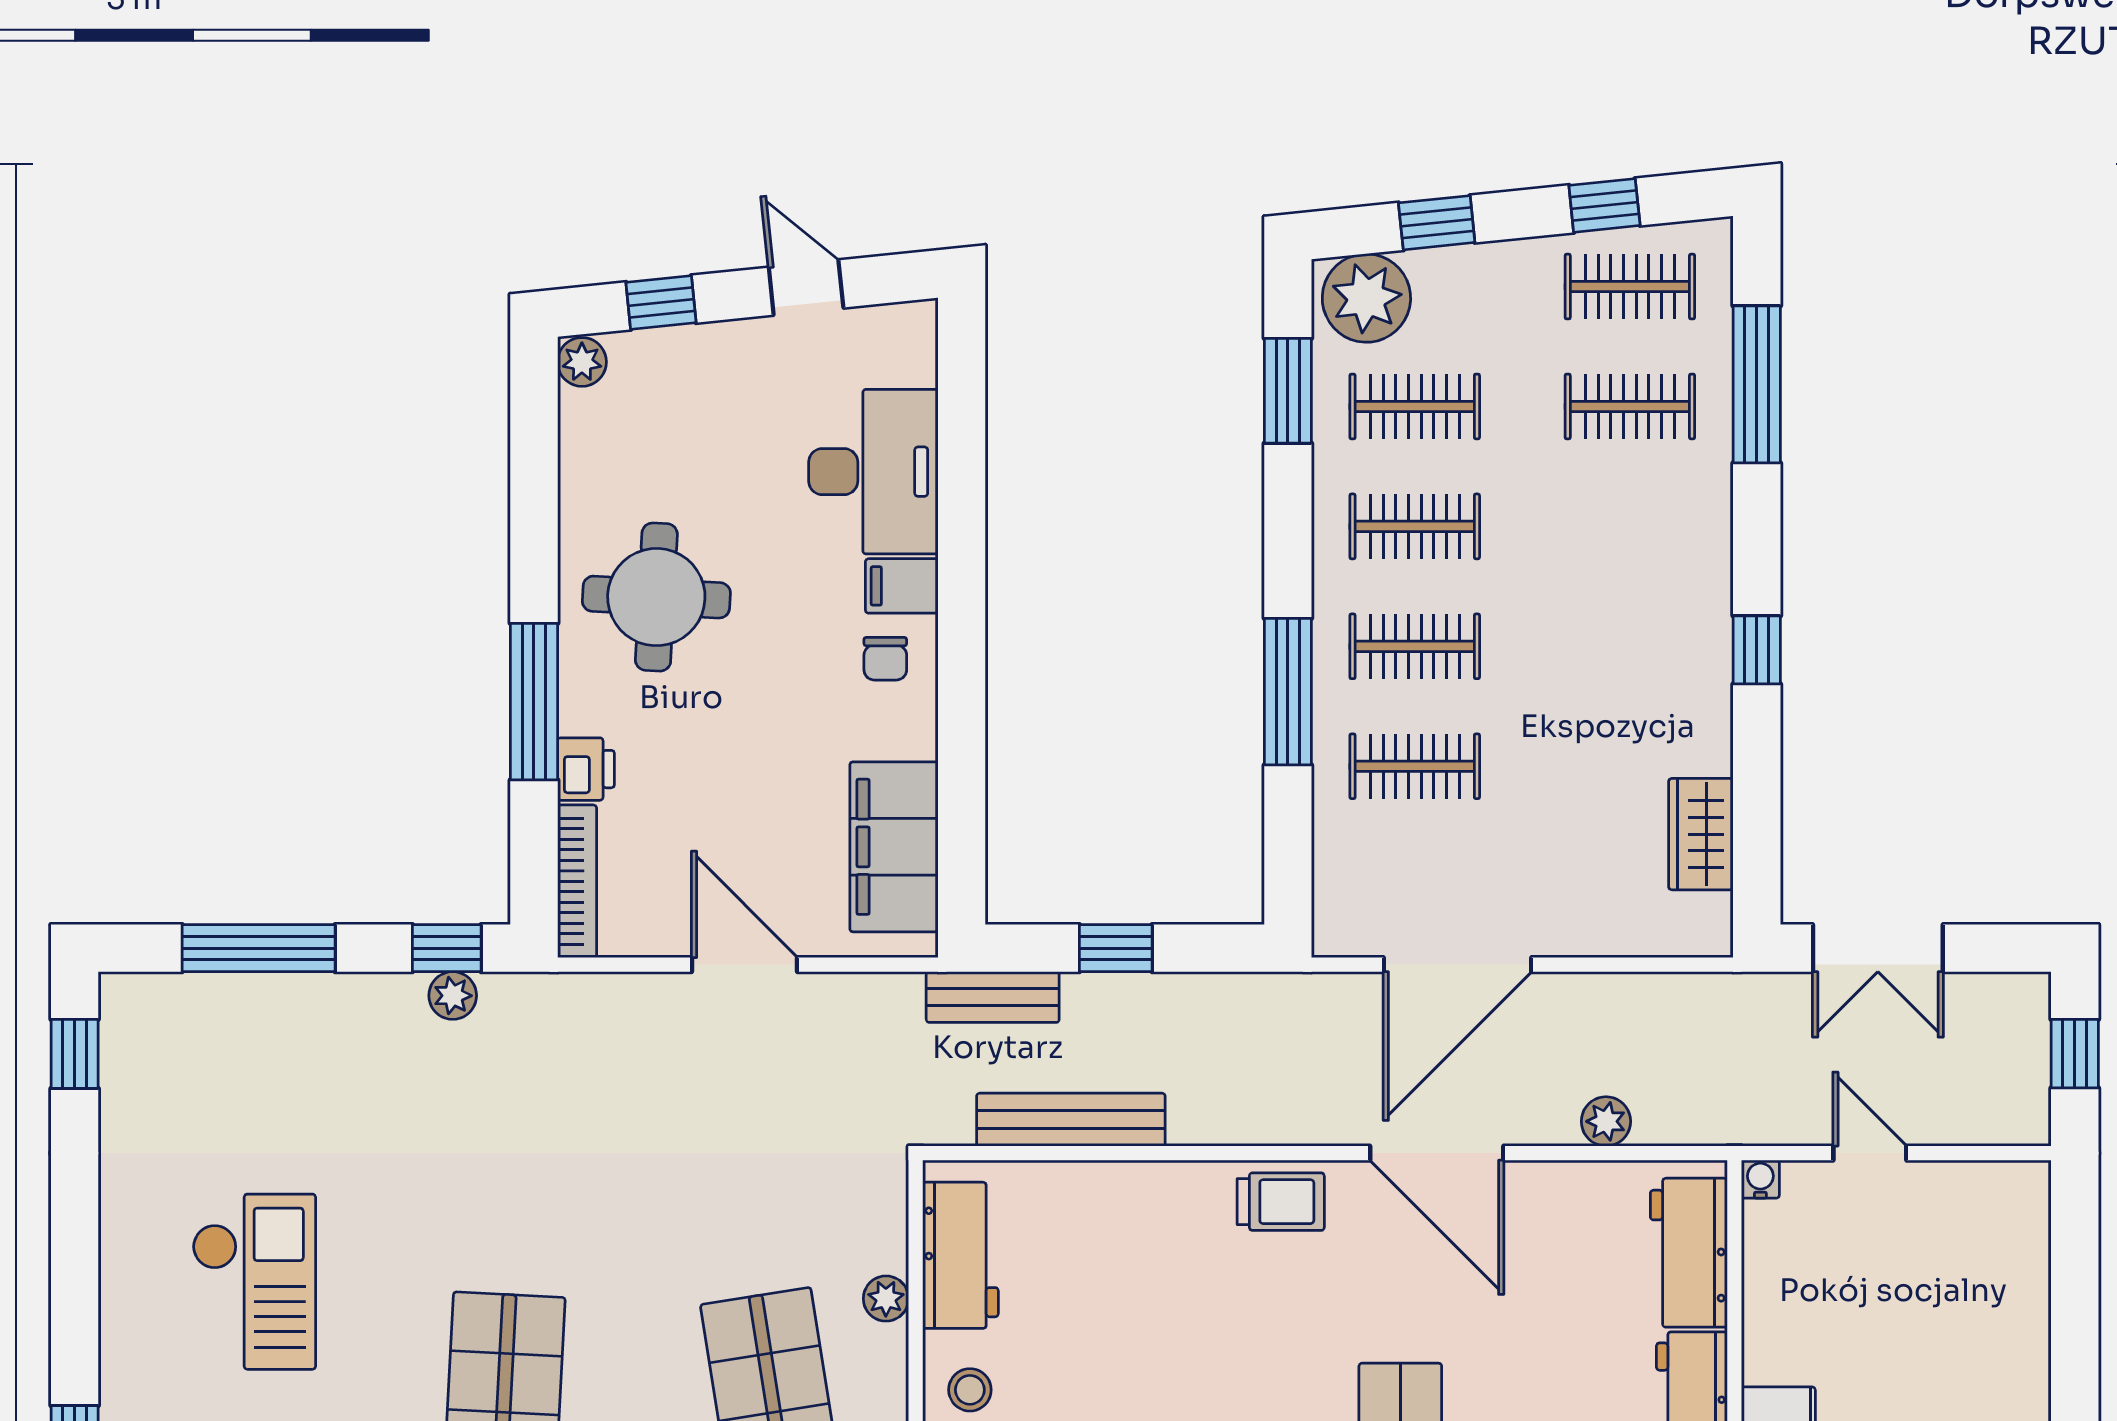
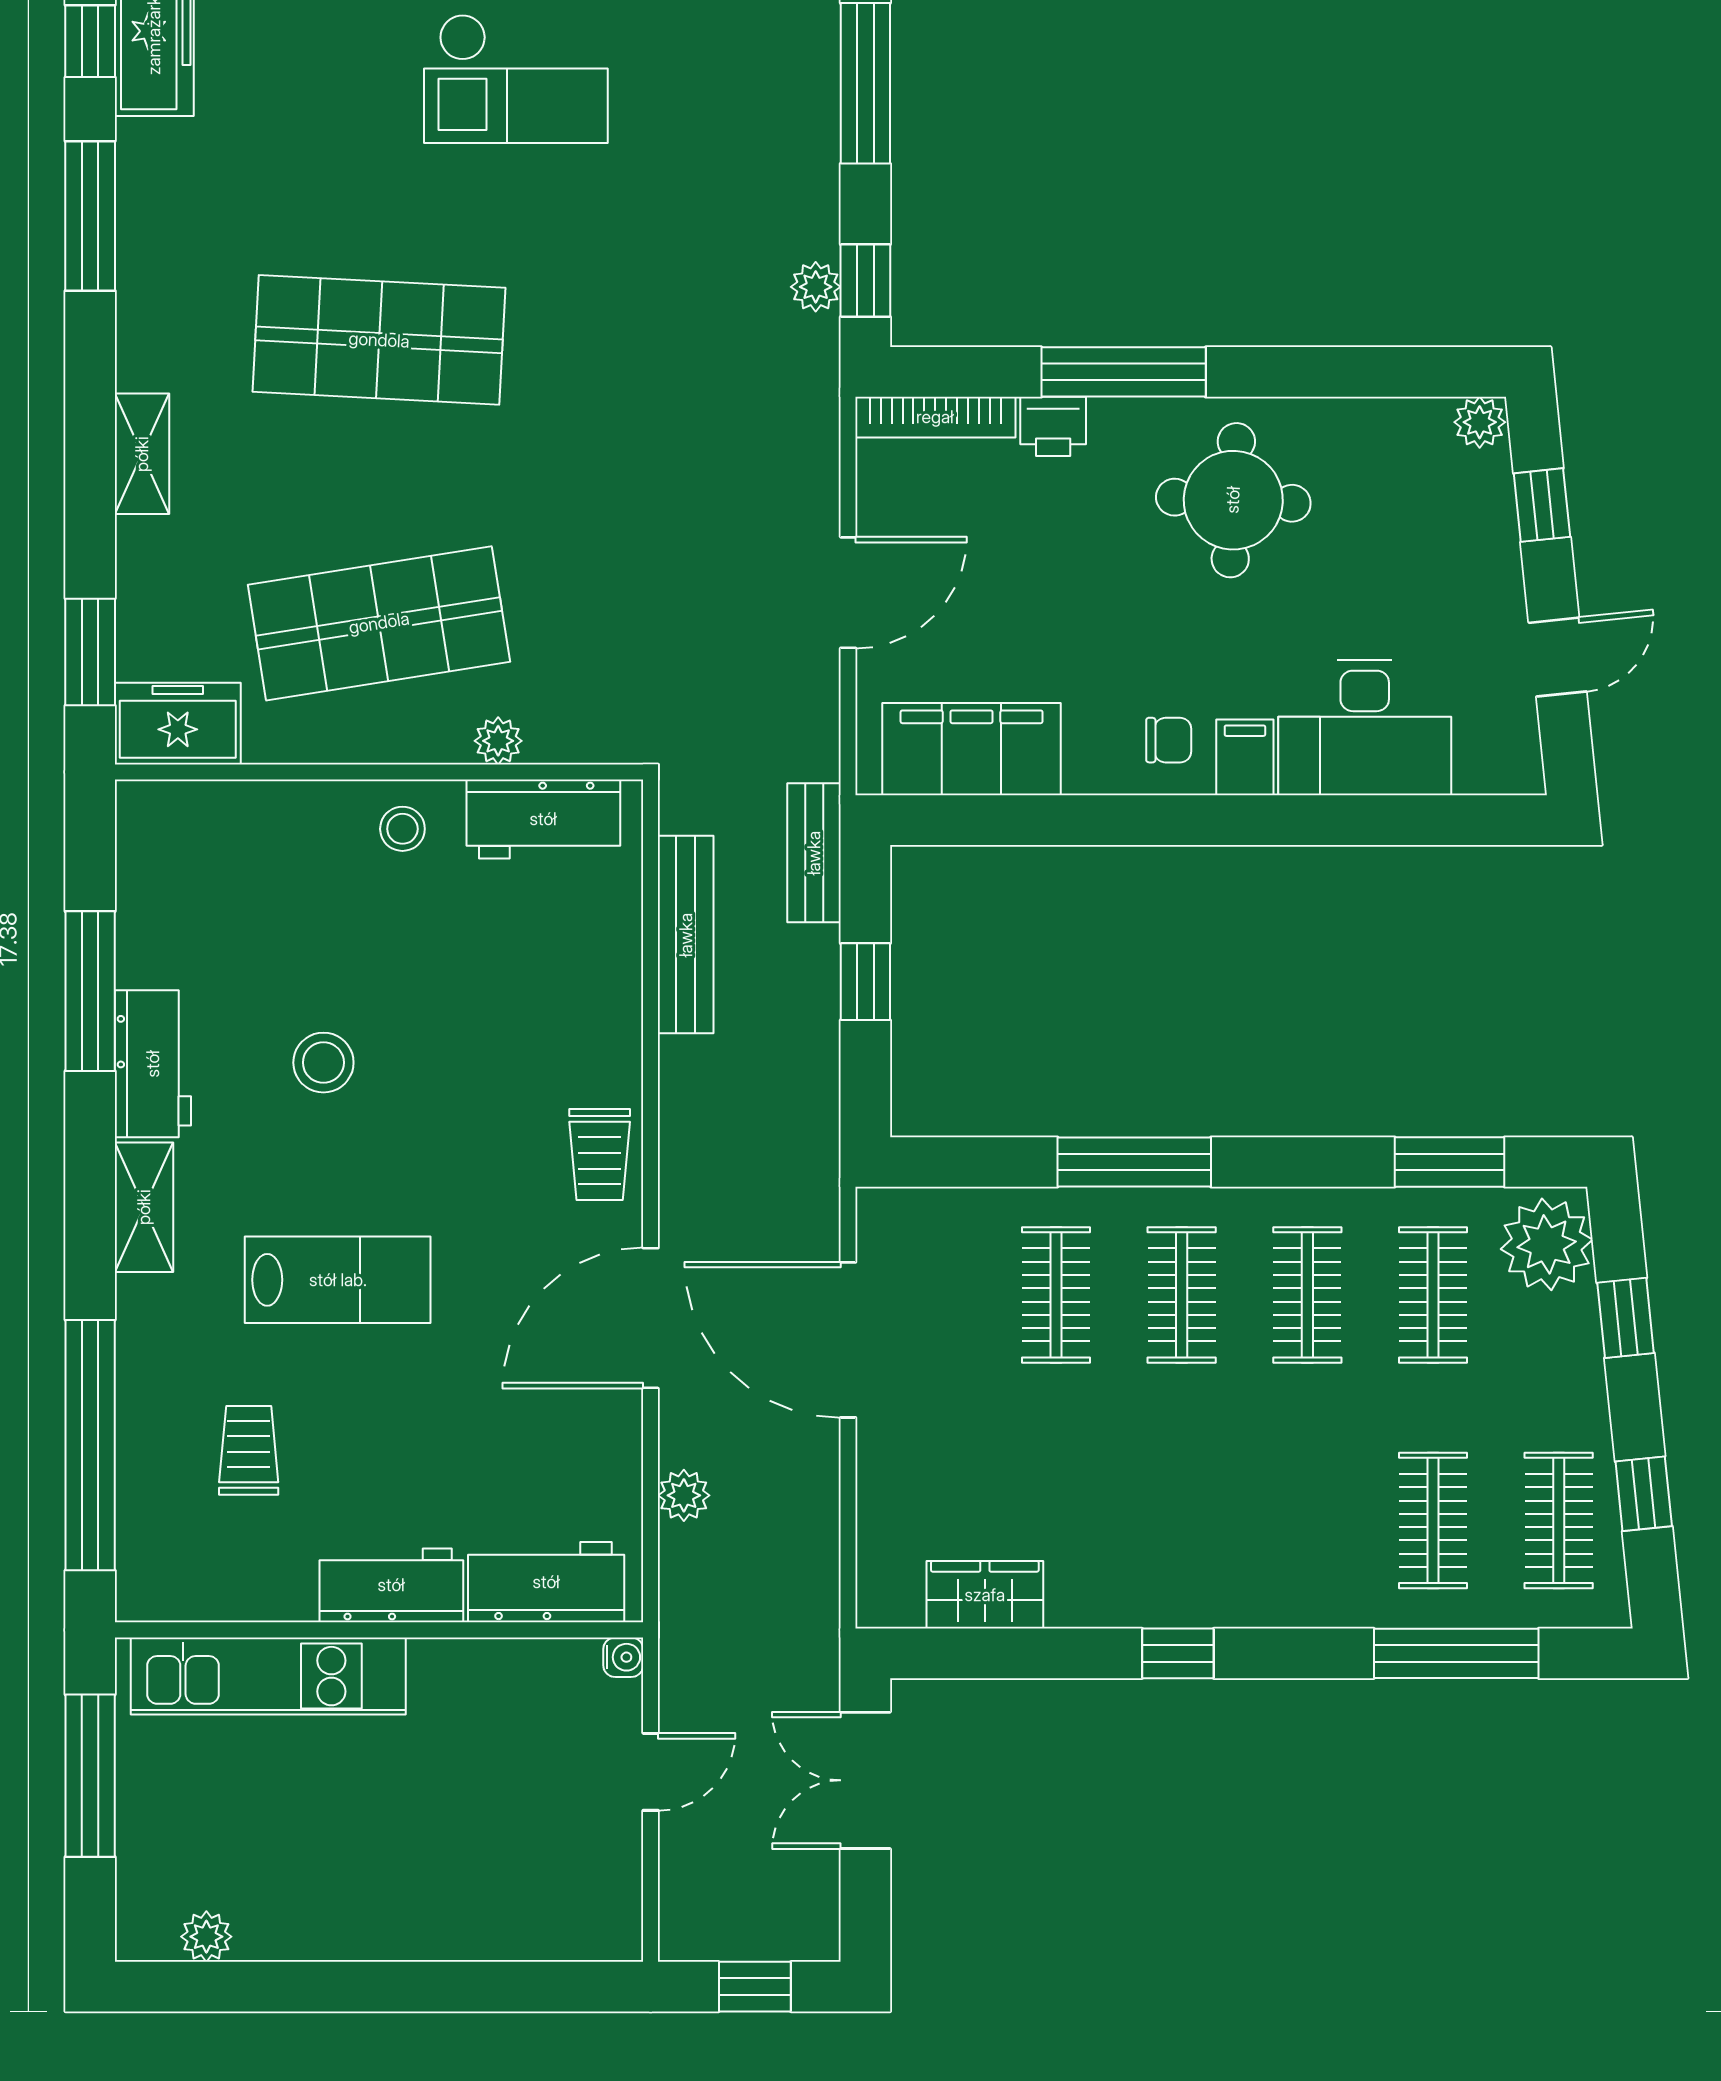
chair: (885, 659) -> (1169, 740), turned 180

